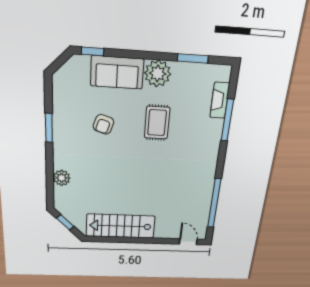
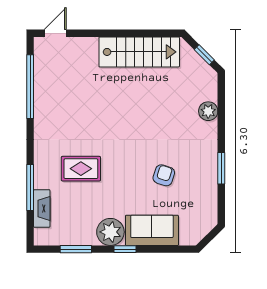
window: (93, 51) -> (125, 249), moved
rug: (157, 123) -> (81, 169), moved, turned 90
door: (188, 242) -> (55, 33), swing flipped

